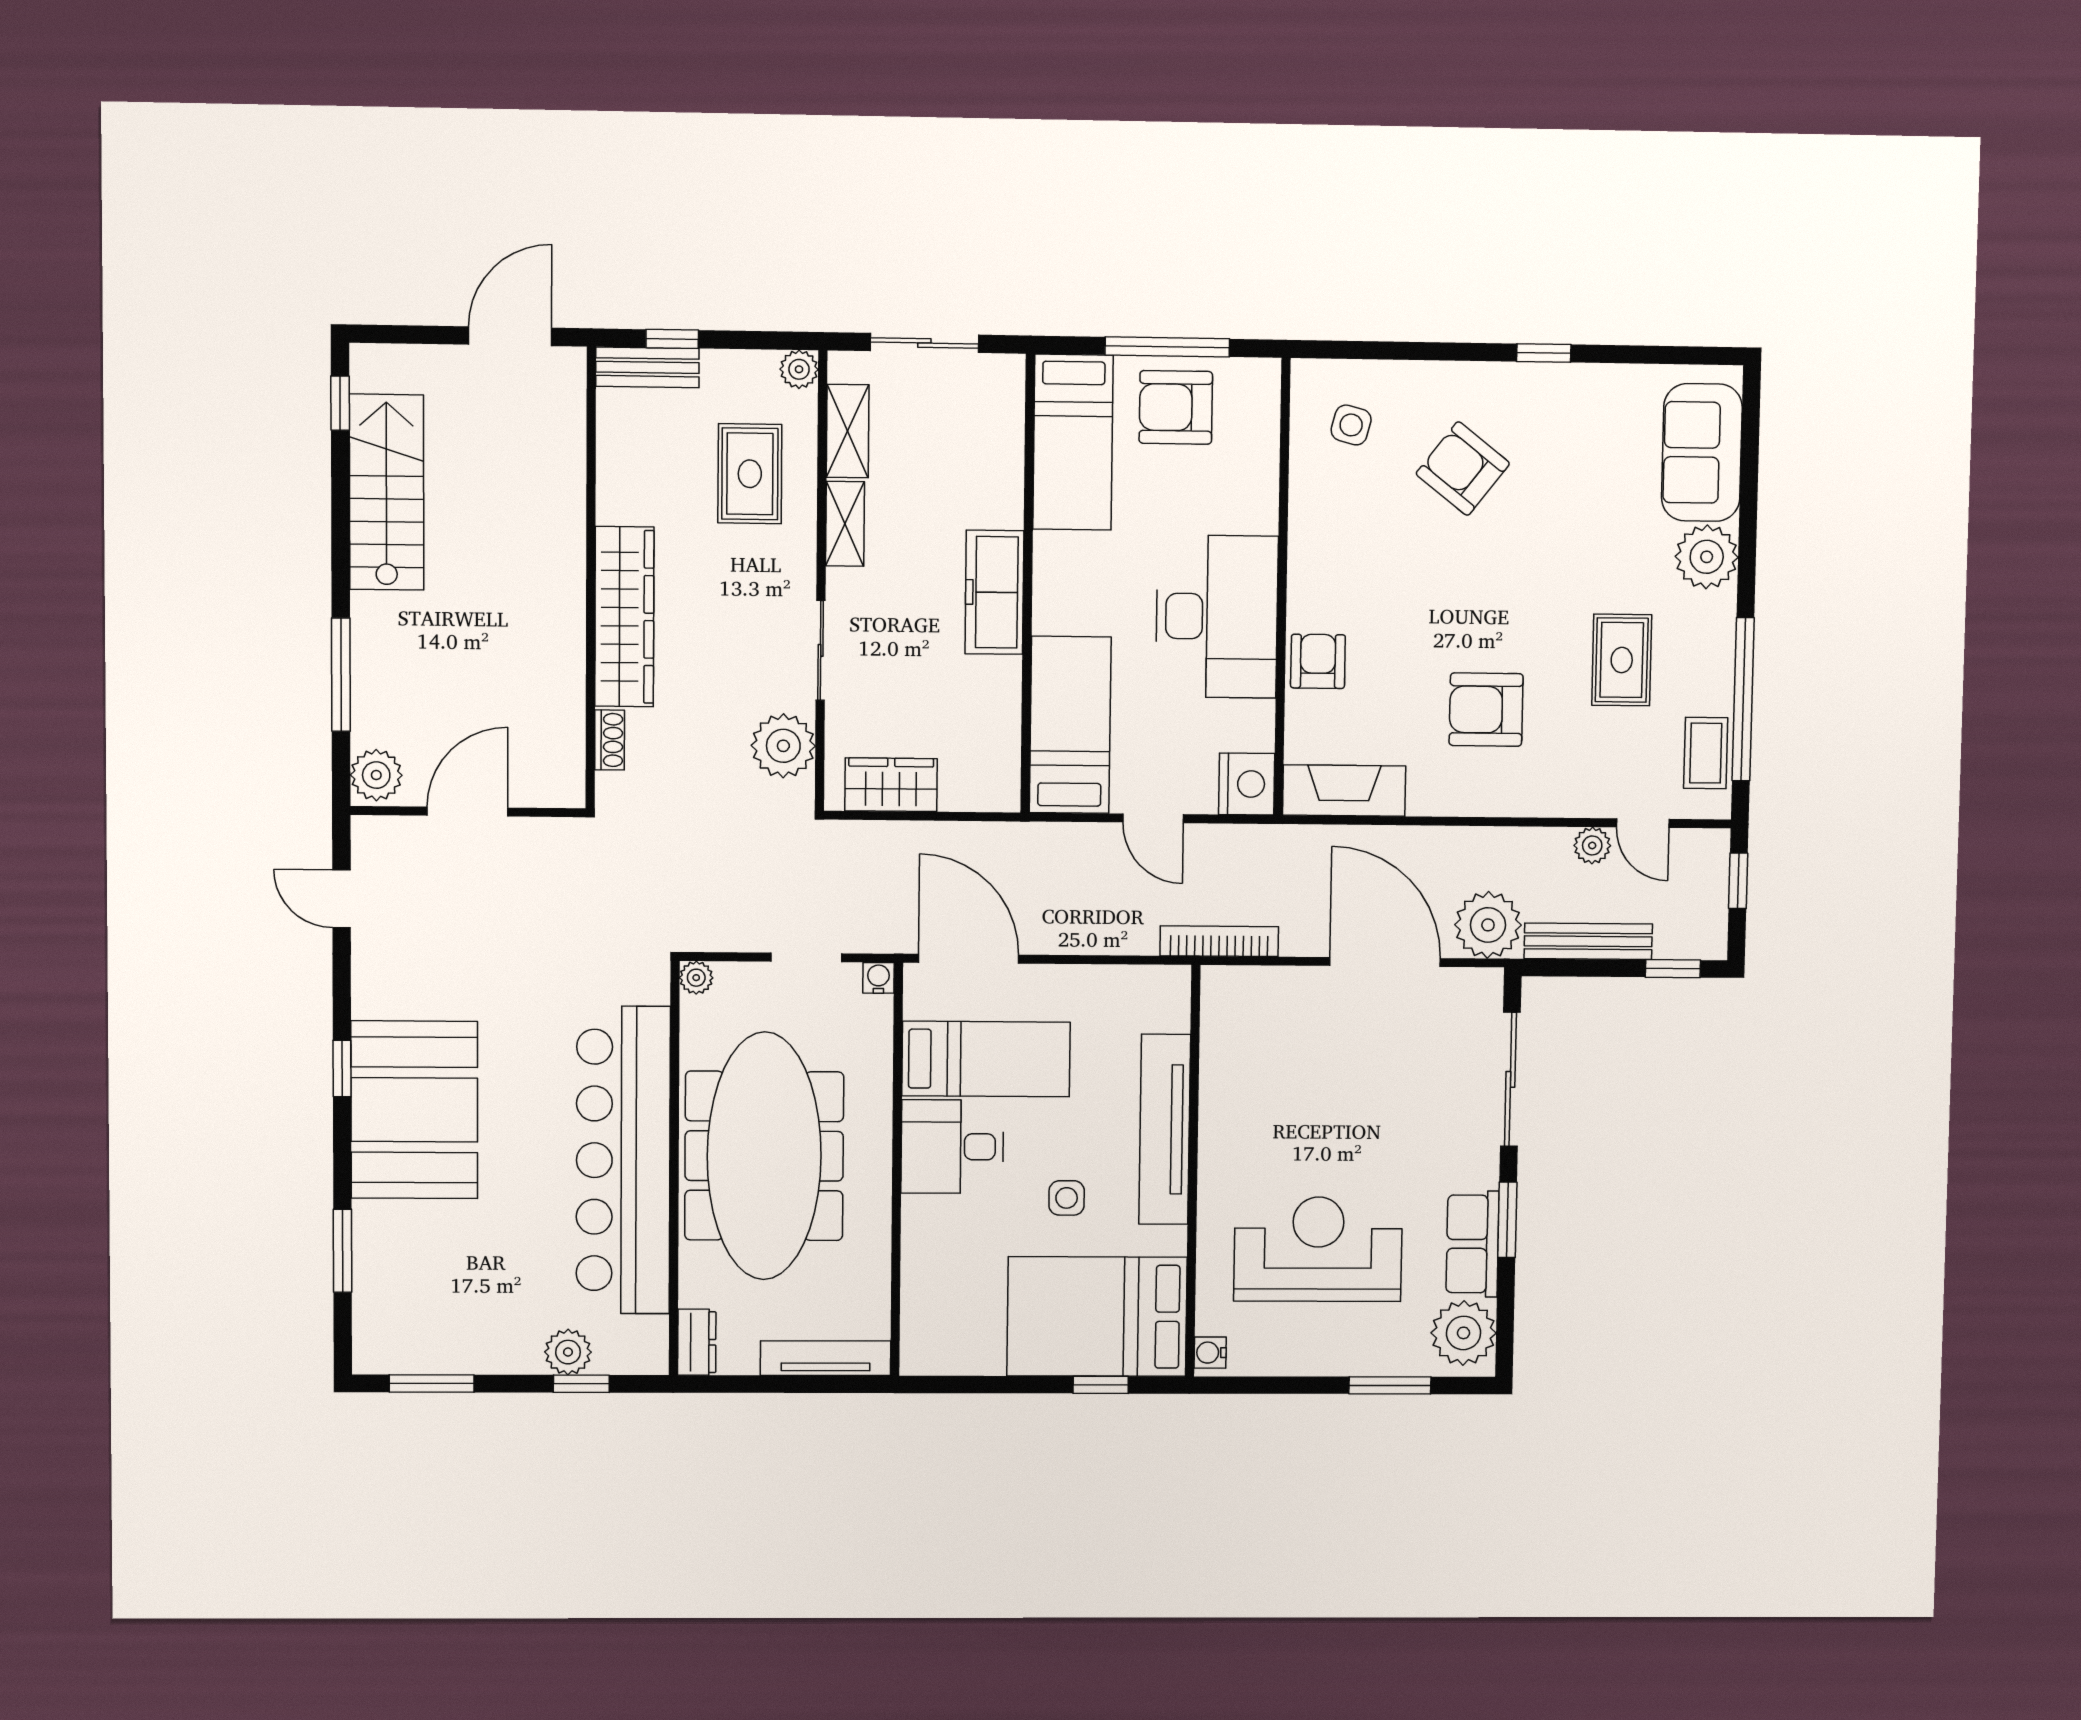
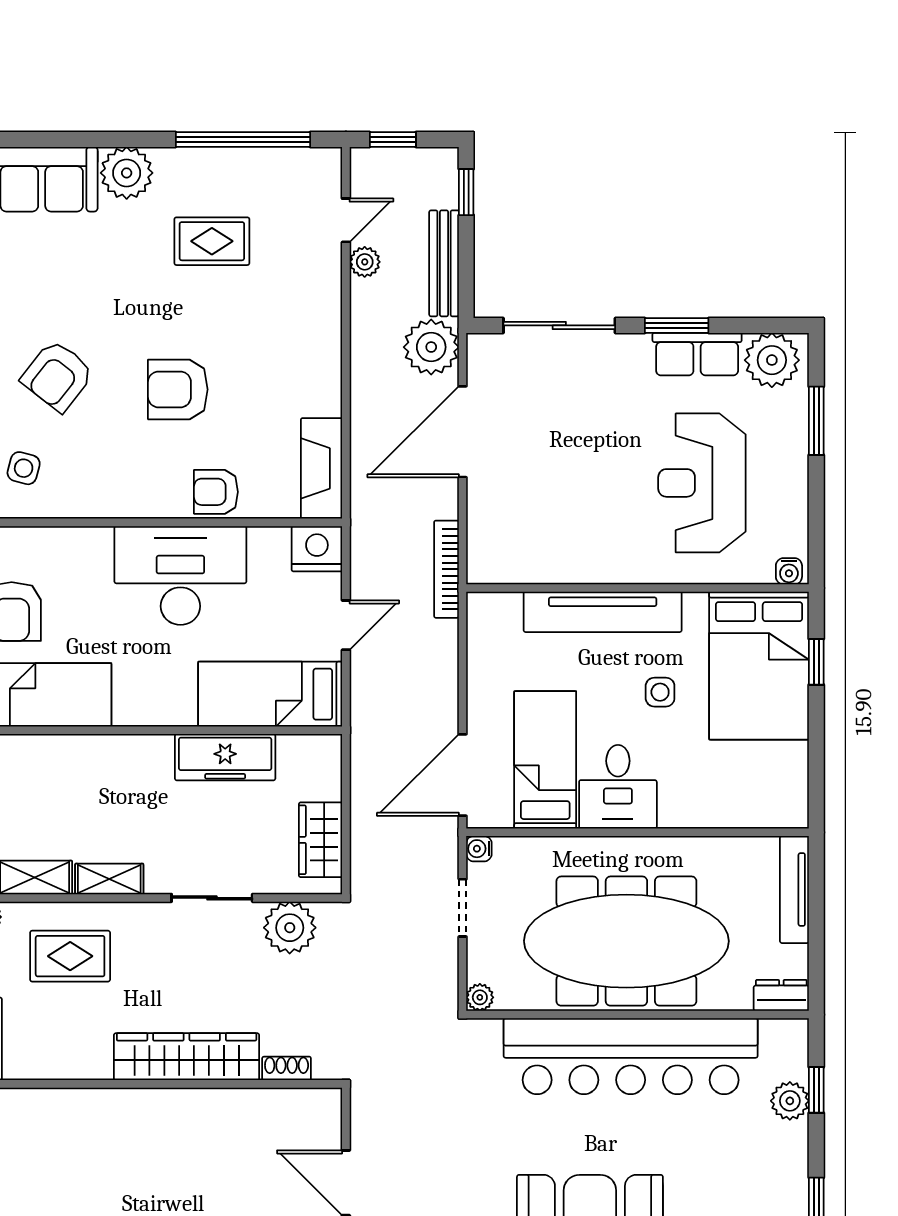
freezer: (994, 592) -> (225, 757), moved
armchair: (1486, 710) -> (178, 389), moved, turned 90
coffee table: (1706, 753) -> (288, 169), removed

